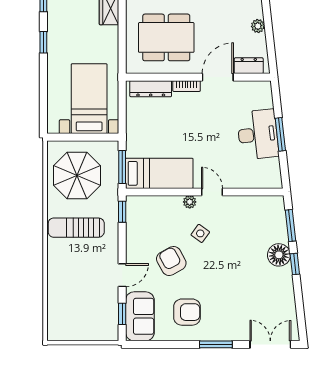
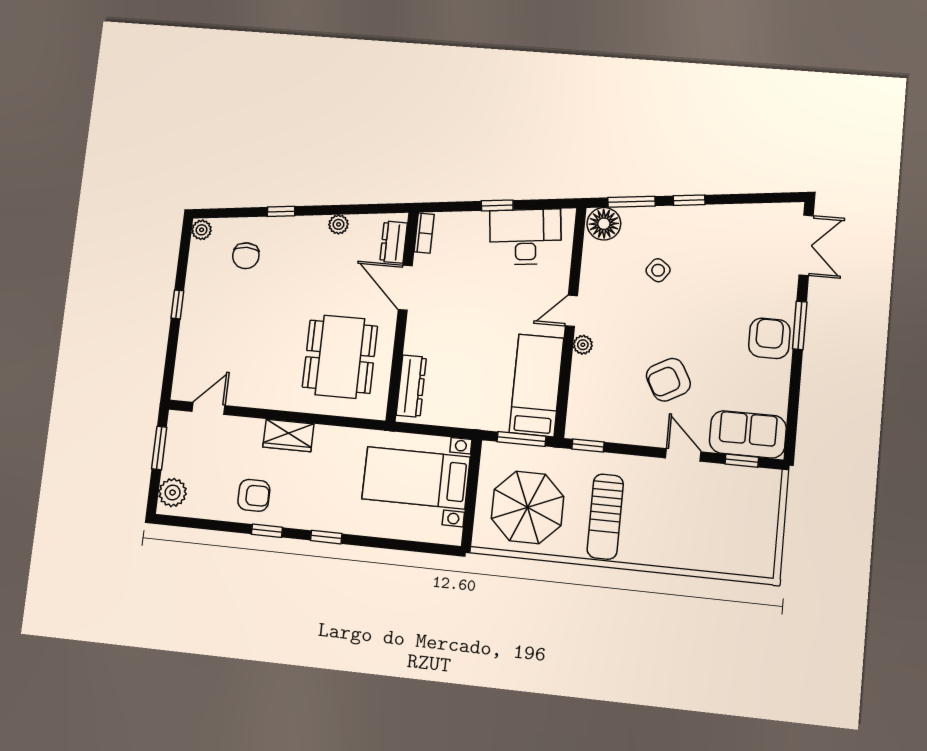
bookcase: (187, 86) -> (424, 233), moved
desk: (258, 134) -> (525, 237), moved
window: (280, 134) -> (497, 205), width x0.67
side table: (200, 233) -> (658, 270), moved
floor lamp: (279, 255) -> (604, 224), moved
armchair: (187, 312) -> (769, 338), moved
double door: (270, 344) -> (806, 245), swing flipped

